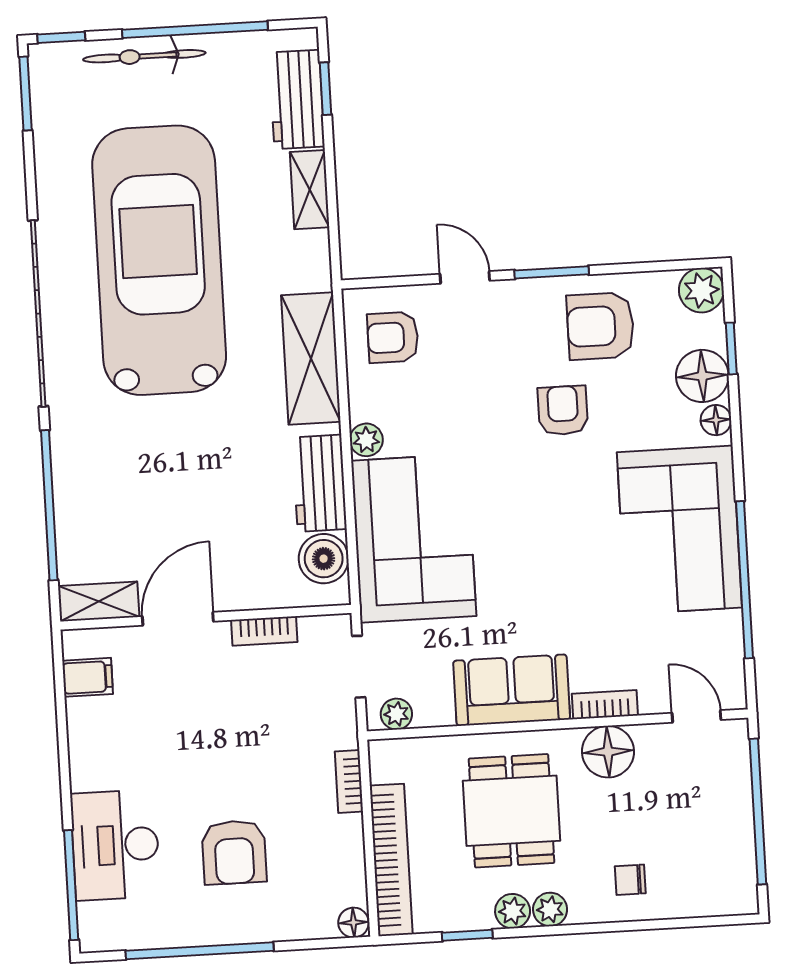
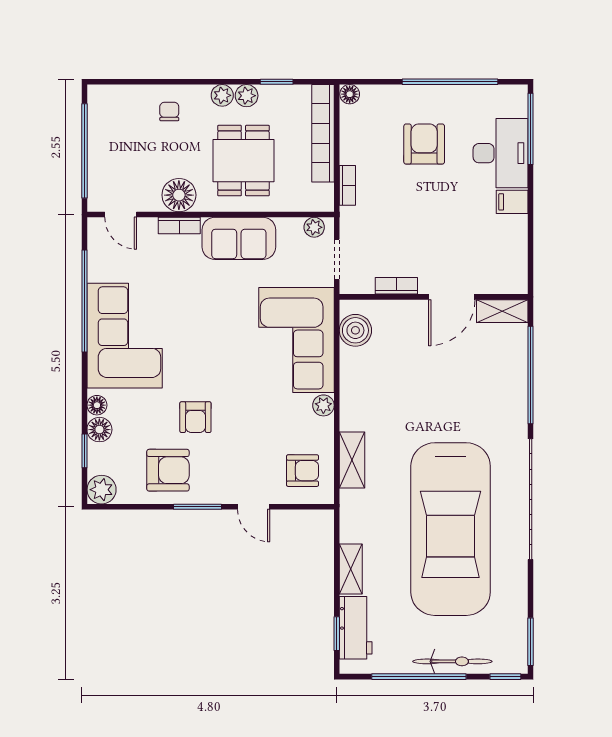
shelving: (311, 358) -> (352, 460), width x0.67, depth x0.75
floor lamp: (702, 376) -> (99, 430), width x0.73, depth x0.73
workbench: (320, 483) -> (355, 379), removed
filing cabinet: (88, 677) -> (512, 202), moved
chair: (630, 880) -> (169, 112), turned -90

